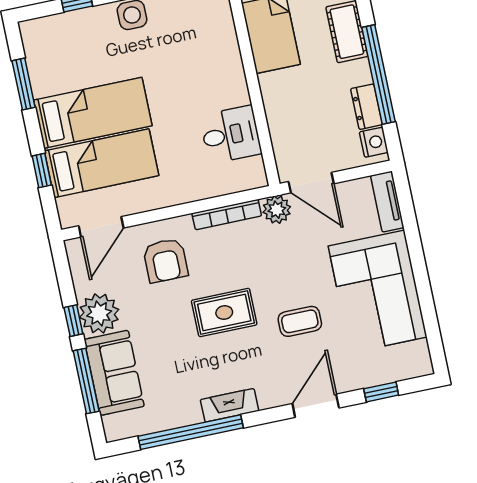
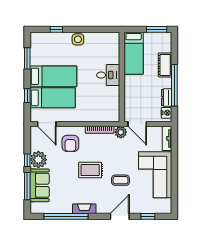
desk: (231, 135) -> (108, 75), moved
door: (101, 227) -> (47, 124), hinge flipped

